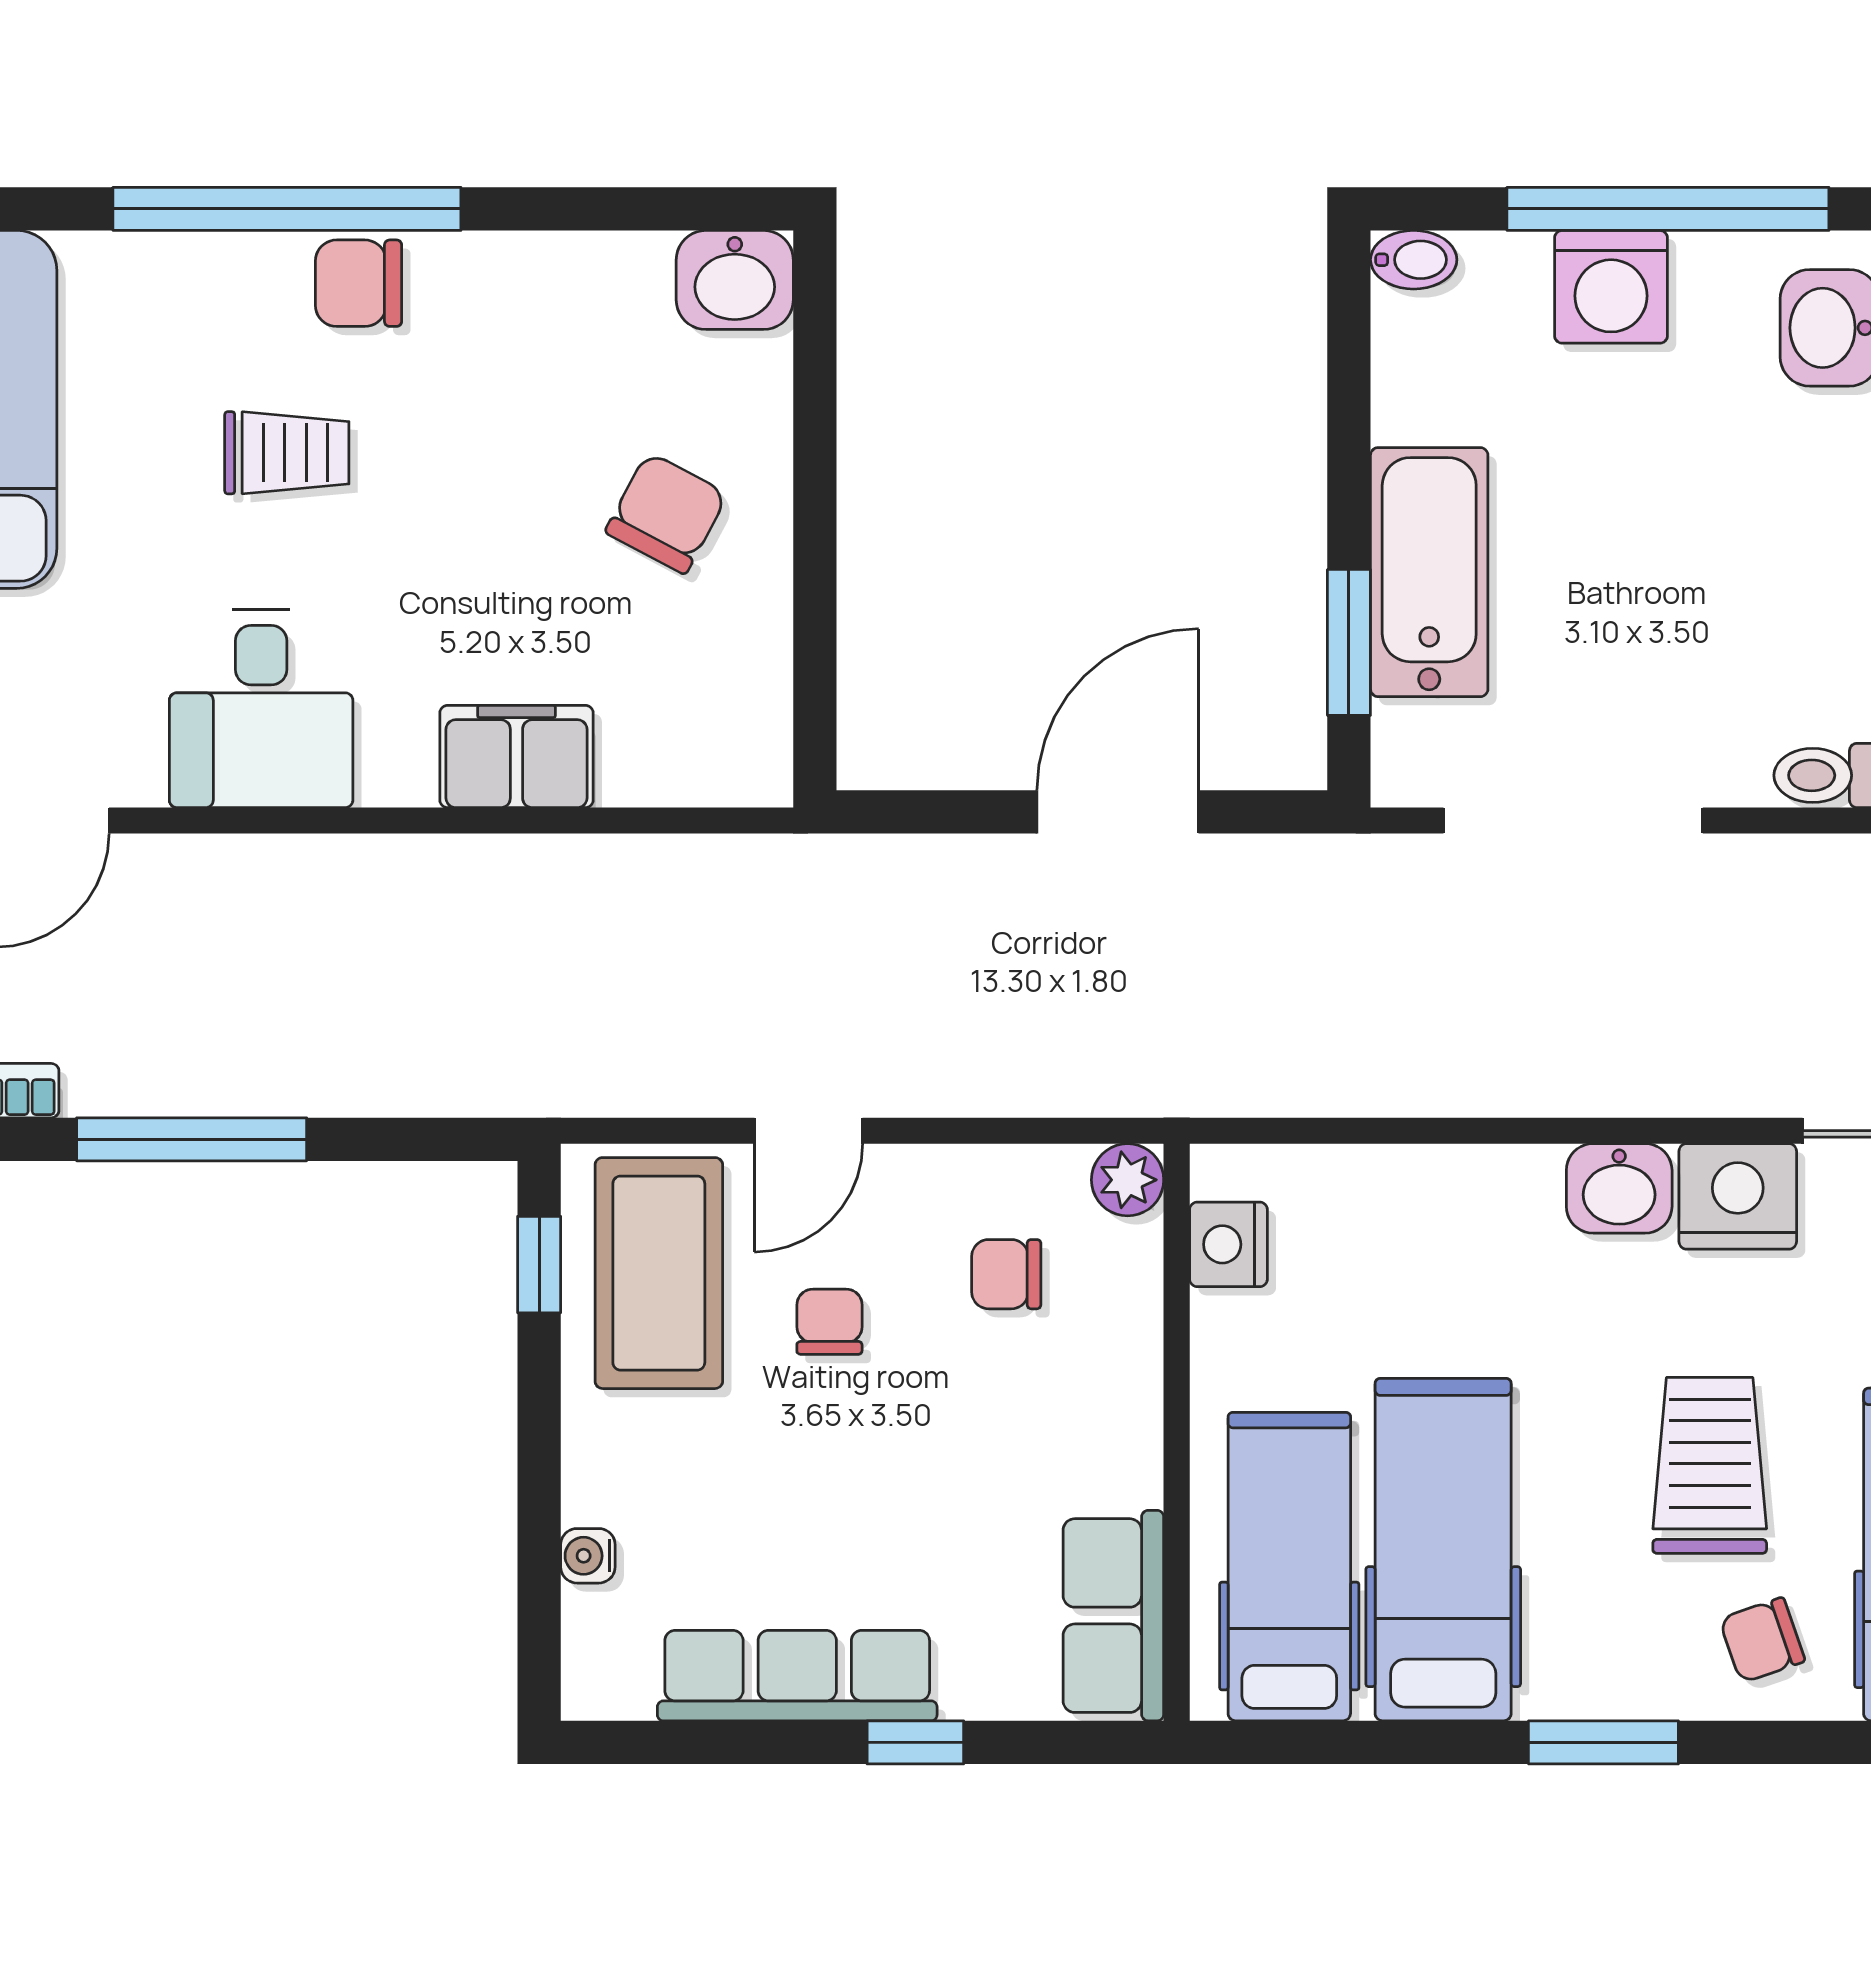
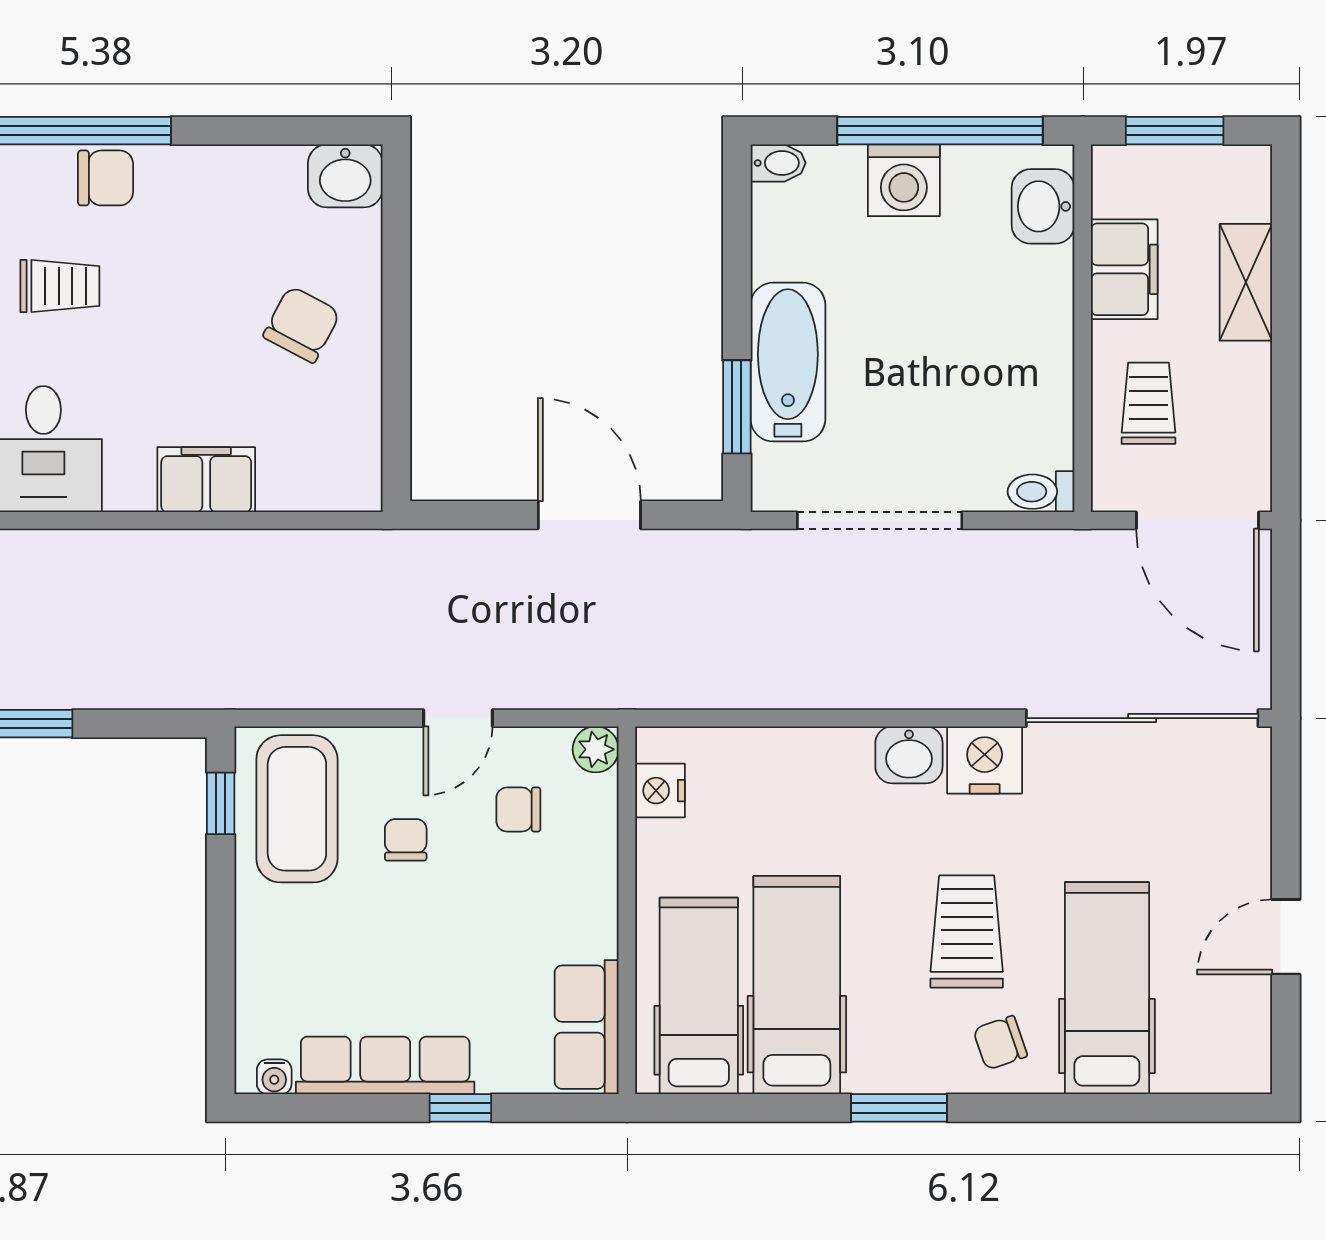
chair: (359, 283) -> (106, 178), turned 180
door: (1118, 812) -> (589, 515), hinge flipped
door: (808, 1131) -> (458, 718), moved
water cooler: (588, 1556) -> (274, 1077), moved, turned -90

